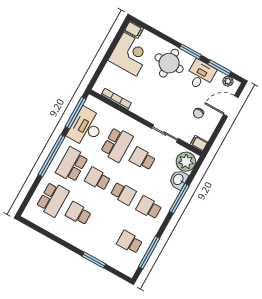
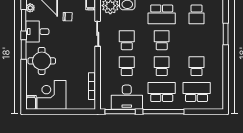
school desk: (117, 144) -> (127, 66), width x0.54
school desk: (142, 159) -> (127, 40), turned 180
school desk: (72, 165) -> (162, 92), turned 180
school desk: (98, 179) -> (162, 66), turned 180
school desk: (149, 208) -> (162, 14), width x1.85
school desk: (78, 213) -> (197, 66), turned 180

